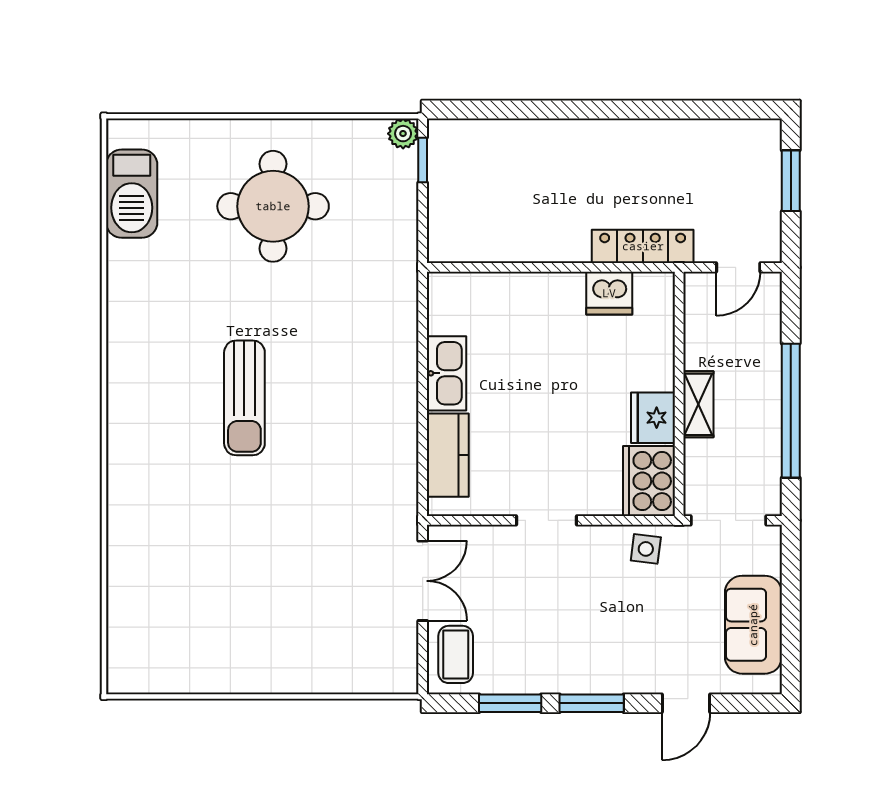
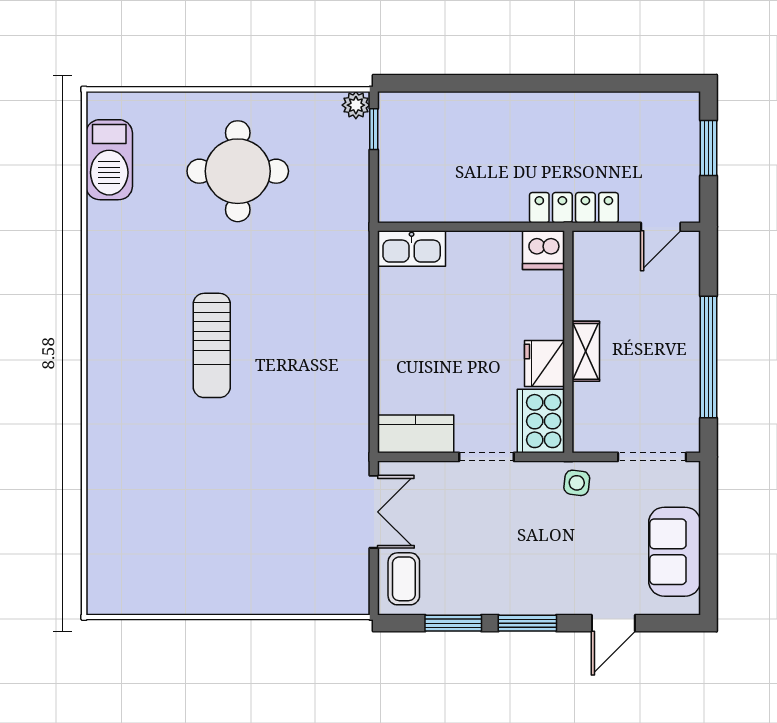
kitchen sink: (447, 373) -> (412, 249), moved, turned 90
wall: (679, 394) -> (568, 342), moved
shelving: (698, 404) -> (586, 351), moved
fridge: (653, 418) -> (544, 363), moved
kitchen counter: (448, 455) -> (416, 434), moved, turned -90
cooker: (649, 481) -> (541, 421), moved

